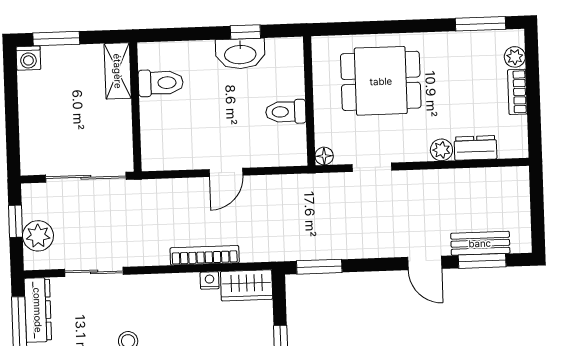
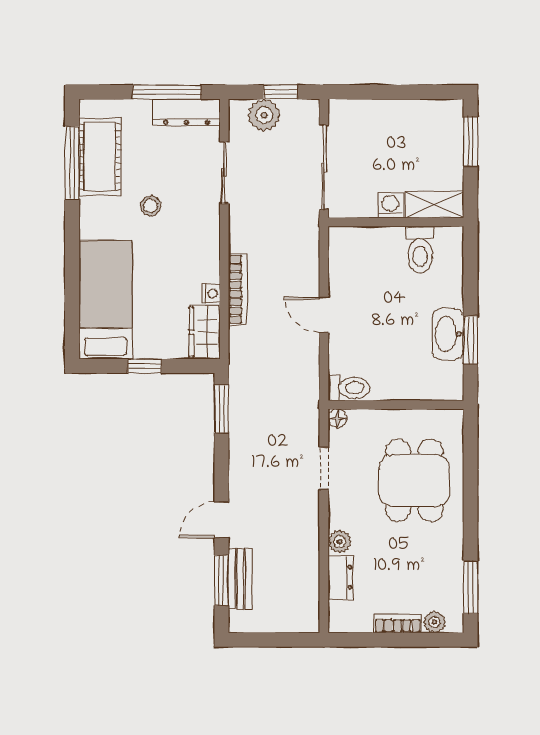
window: (245, 32) -> (470, 340), width x1.50
washing machine: (28, 58) -> (390, 205), moved, turned 90
toilet: (286, 112) -> (349, 388), moved, turned 90

